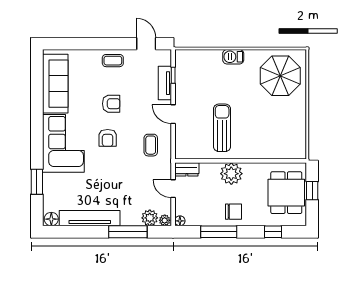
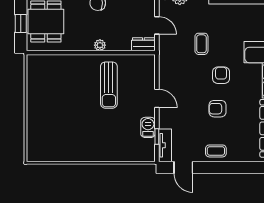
barbecue: (233, 57) -> (148, 127), moved, turned -90
parasol: (280, 76) -> (52, 136), removed
tv unit: (165, 83) -> (165, 145), moved
coffee table: (151, 145) -> (201, 44), moved
plant: (231, 174) -> (100, 45), width x0.53, depth x0.53

